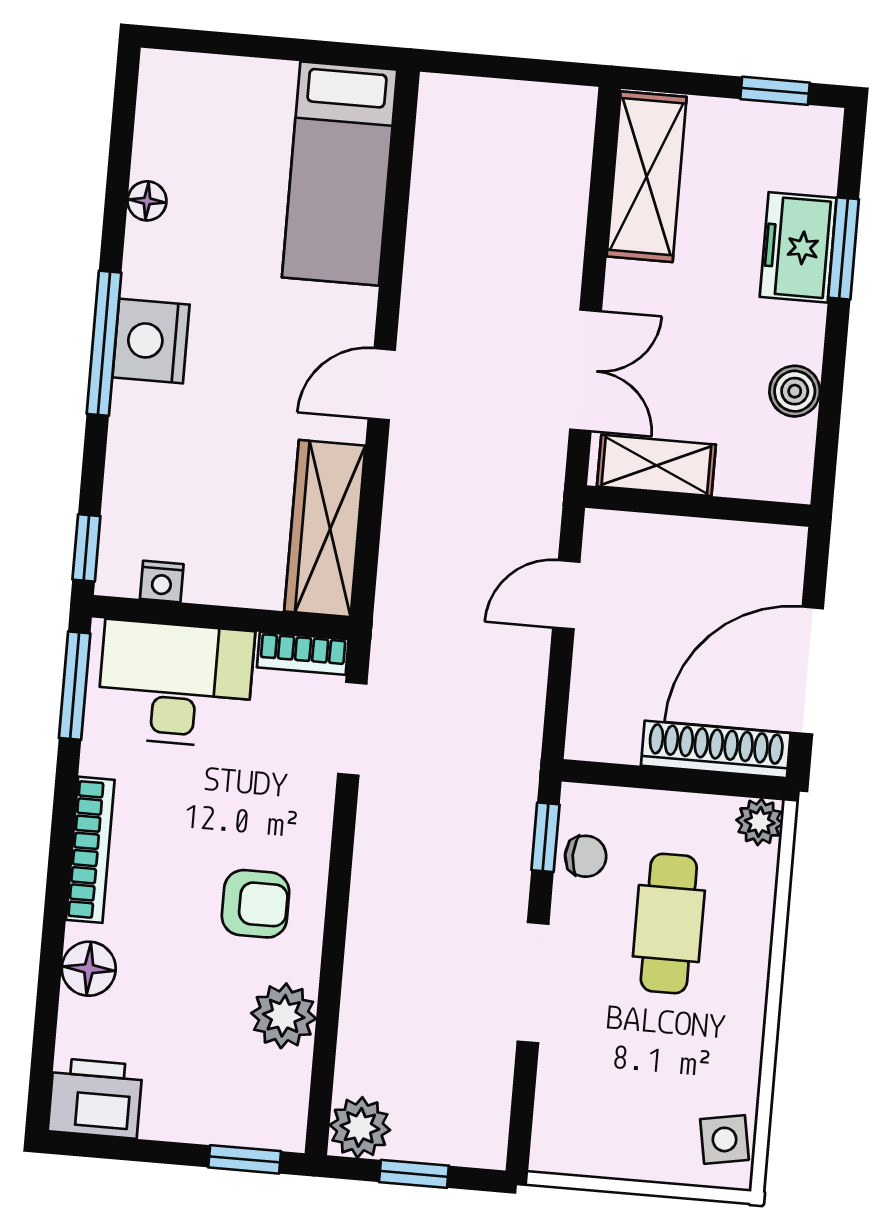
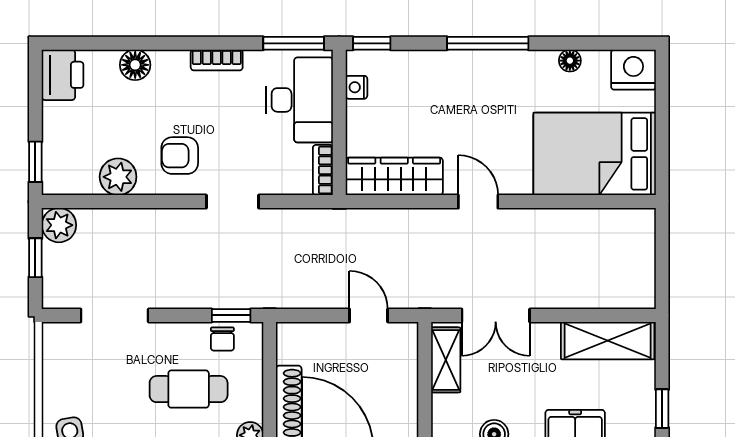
bed: (340, 173) -> (595, 154), width x1.50
nightstand: (151, 341) -> (633, 70), moved
doorway: (352, 729) -> (232, 202), moved
bookcase: (90, 850) -> (217, 60), width x0.64
armchair: (255, 904) -> (180, 156), turned 90
doorway: (533, 983) -> (115, 315), moved

